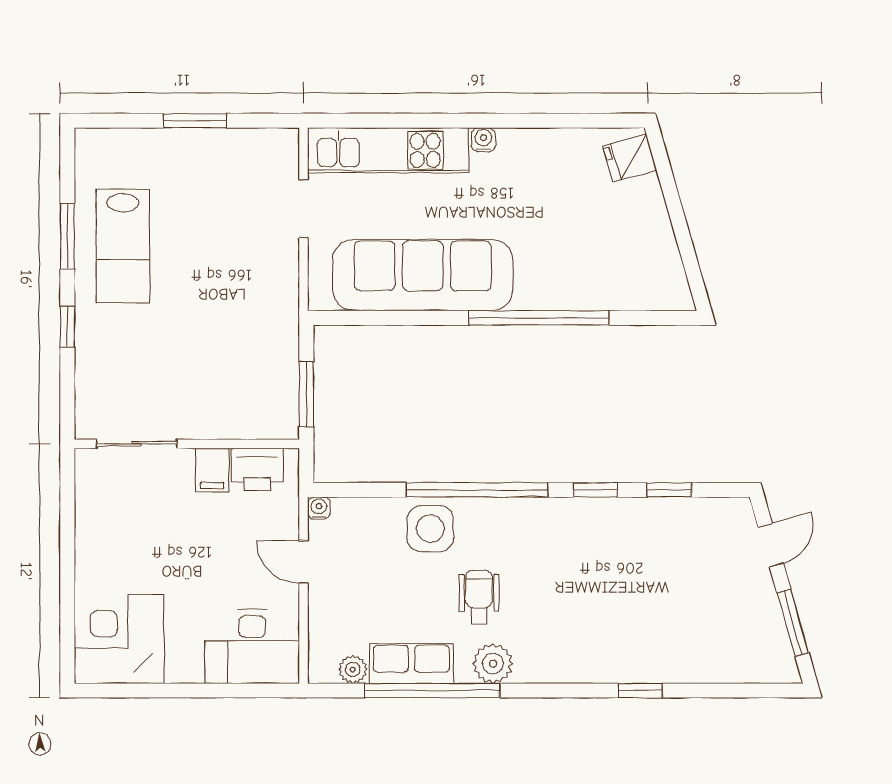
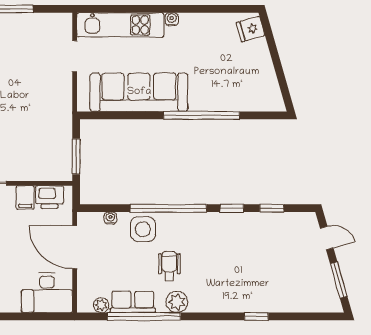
water cooler: (319, 508) -> (110, 218), moved
door: (771, 545) -> (327, 238), hinge flipped
door: (304, 562) -> (75, 247), width x1.88

